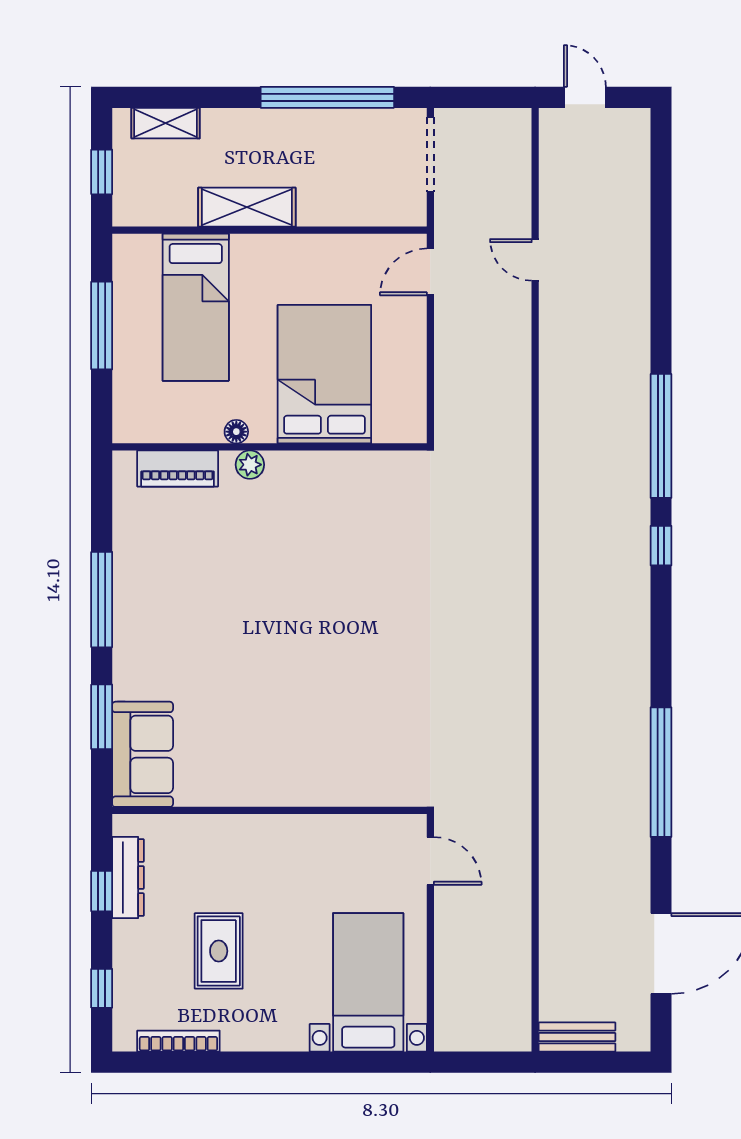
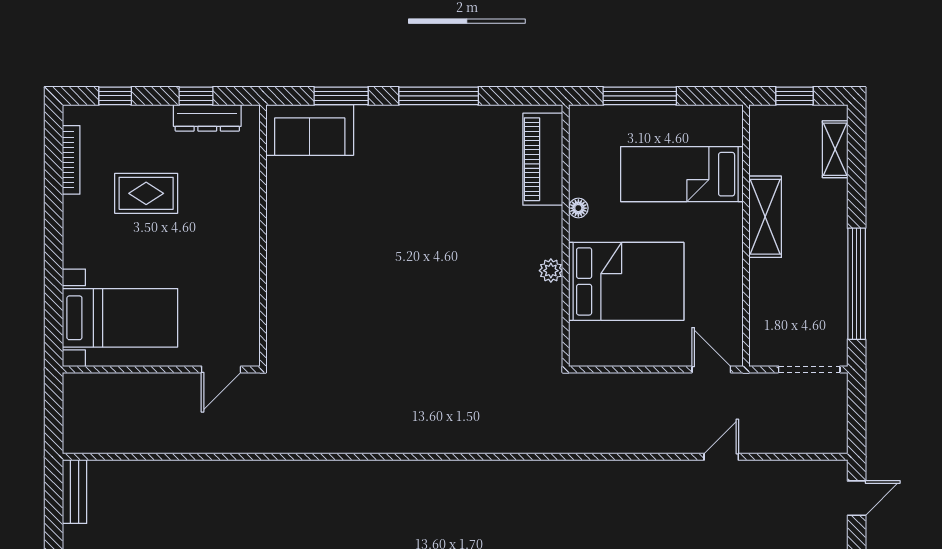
window: (102, 326) -> (640, 96), moved
plant: (250, 465) -> (551, 271), moved
piano: (178, 468) -> (543, 159), width x1.37, depth x1.33

